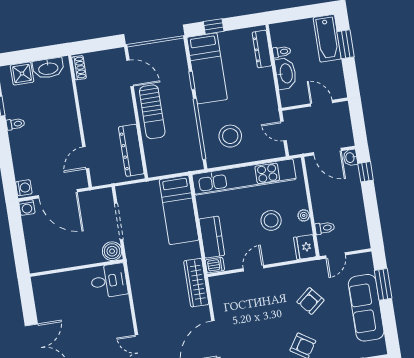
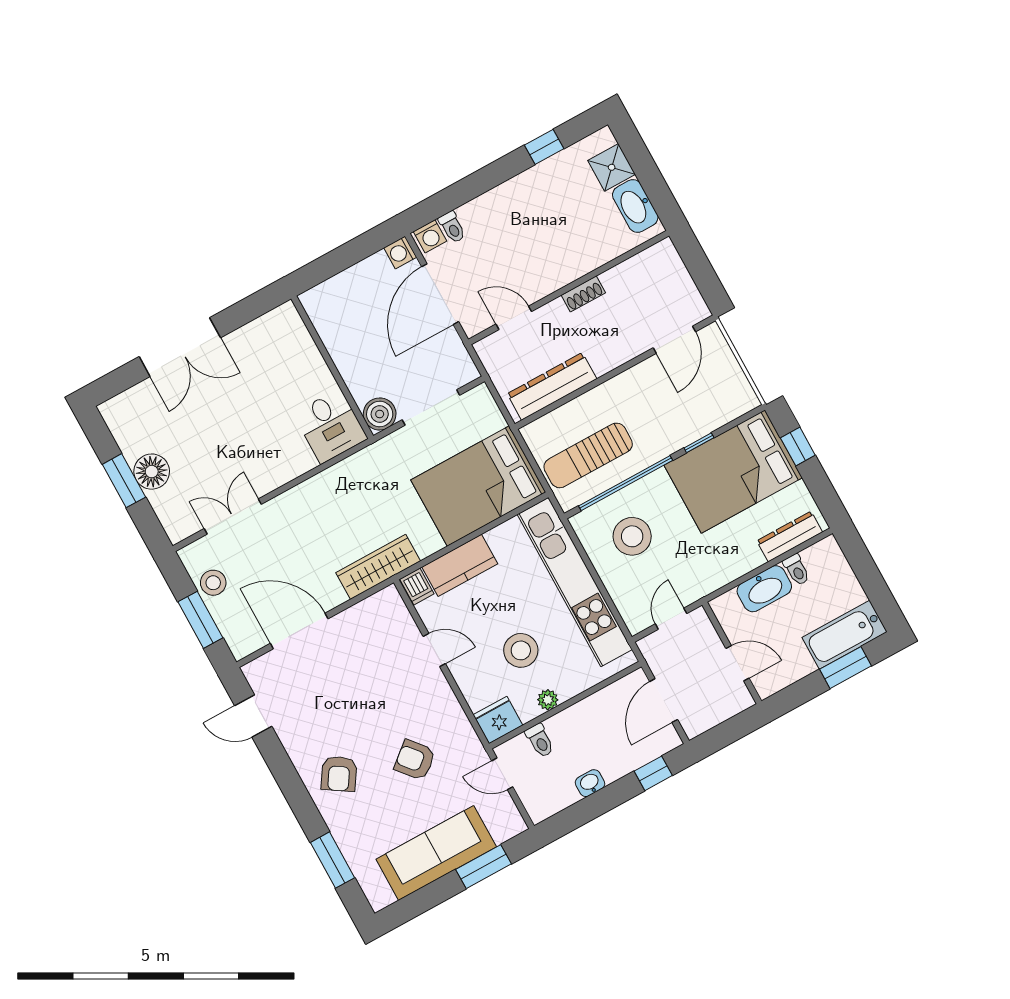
shoe rack: (79, 68) -> (583, 294), moved
bed: (207, 68) -> (733, 471), width x1.50
door: (322, 103) -> (737, 663), hinge flipped
sun lounger: (152, 112) -> (588, 455), moved
toilet: (15, 124) -> (452, 227), moved
washbasin: (350, 158) -> (590, 783), moved
bed: (179, 210) -> (478, 486), width x1.50

